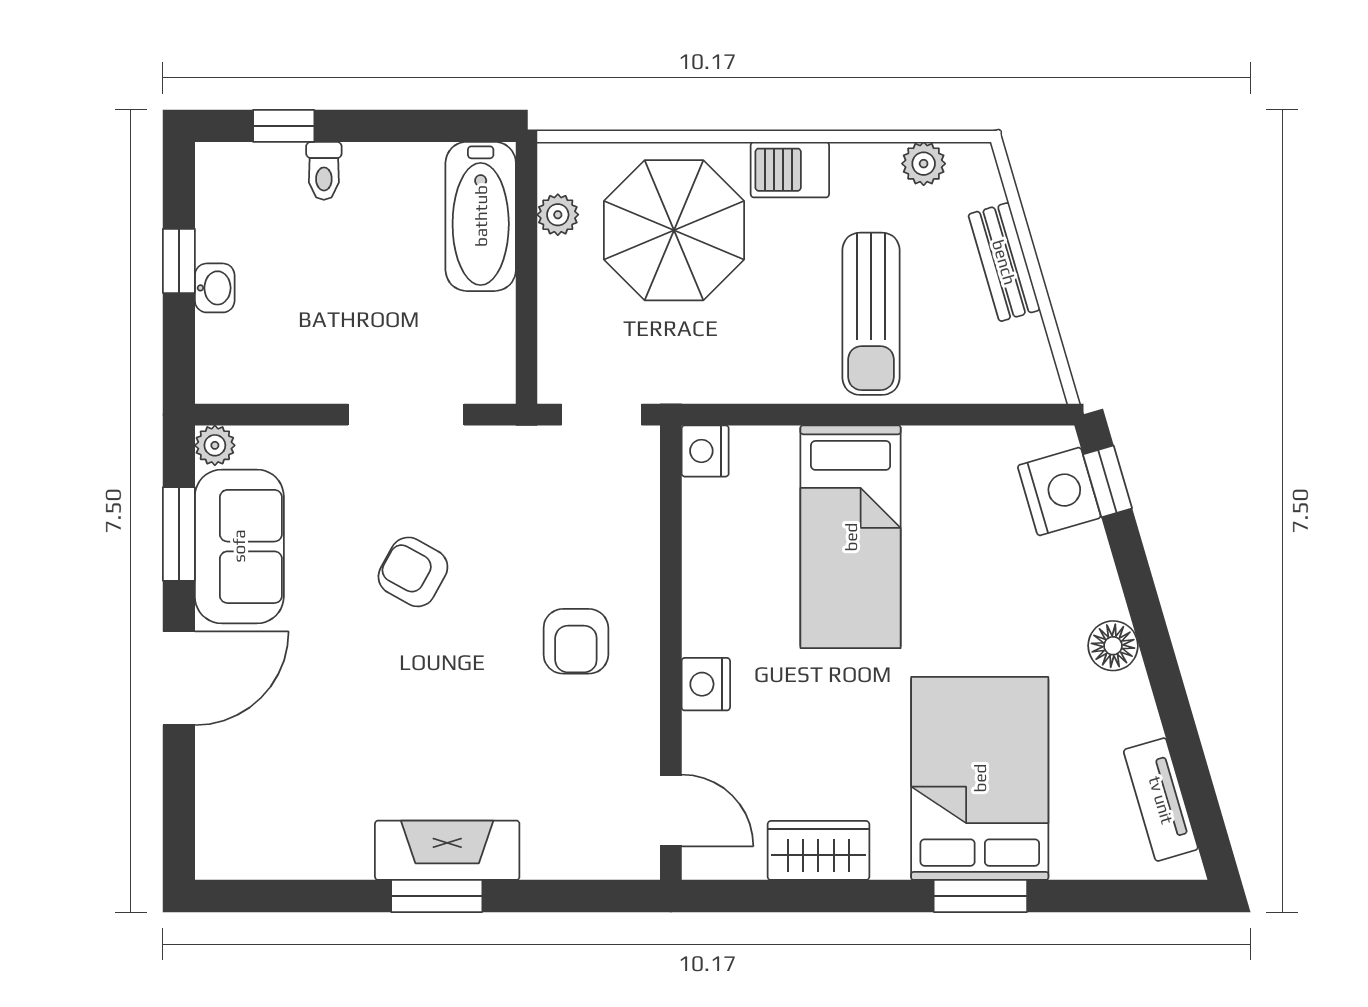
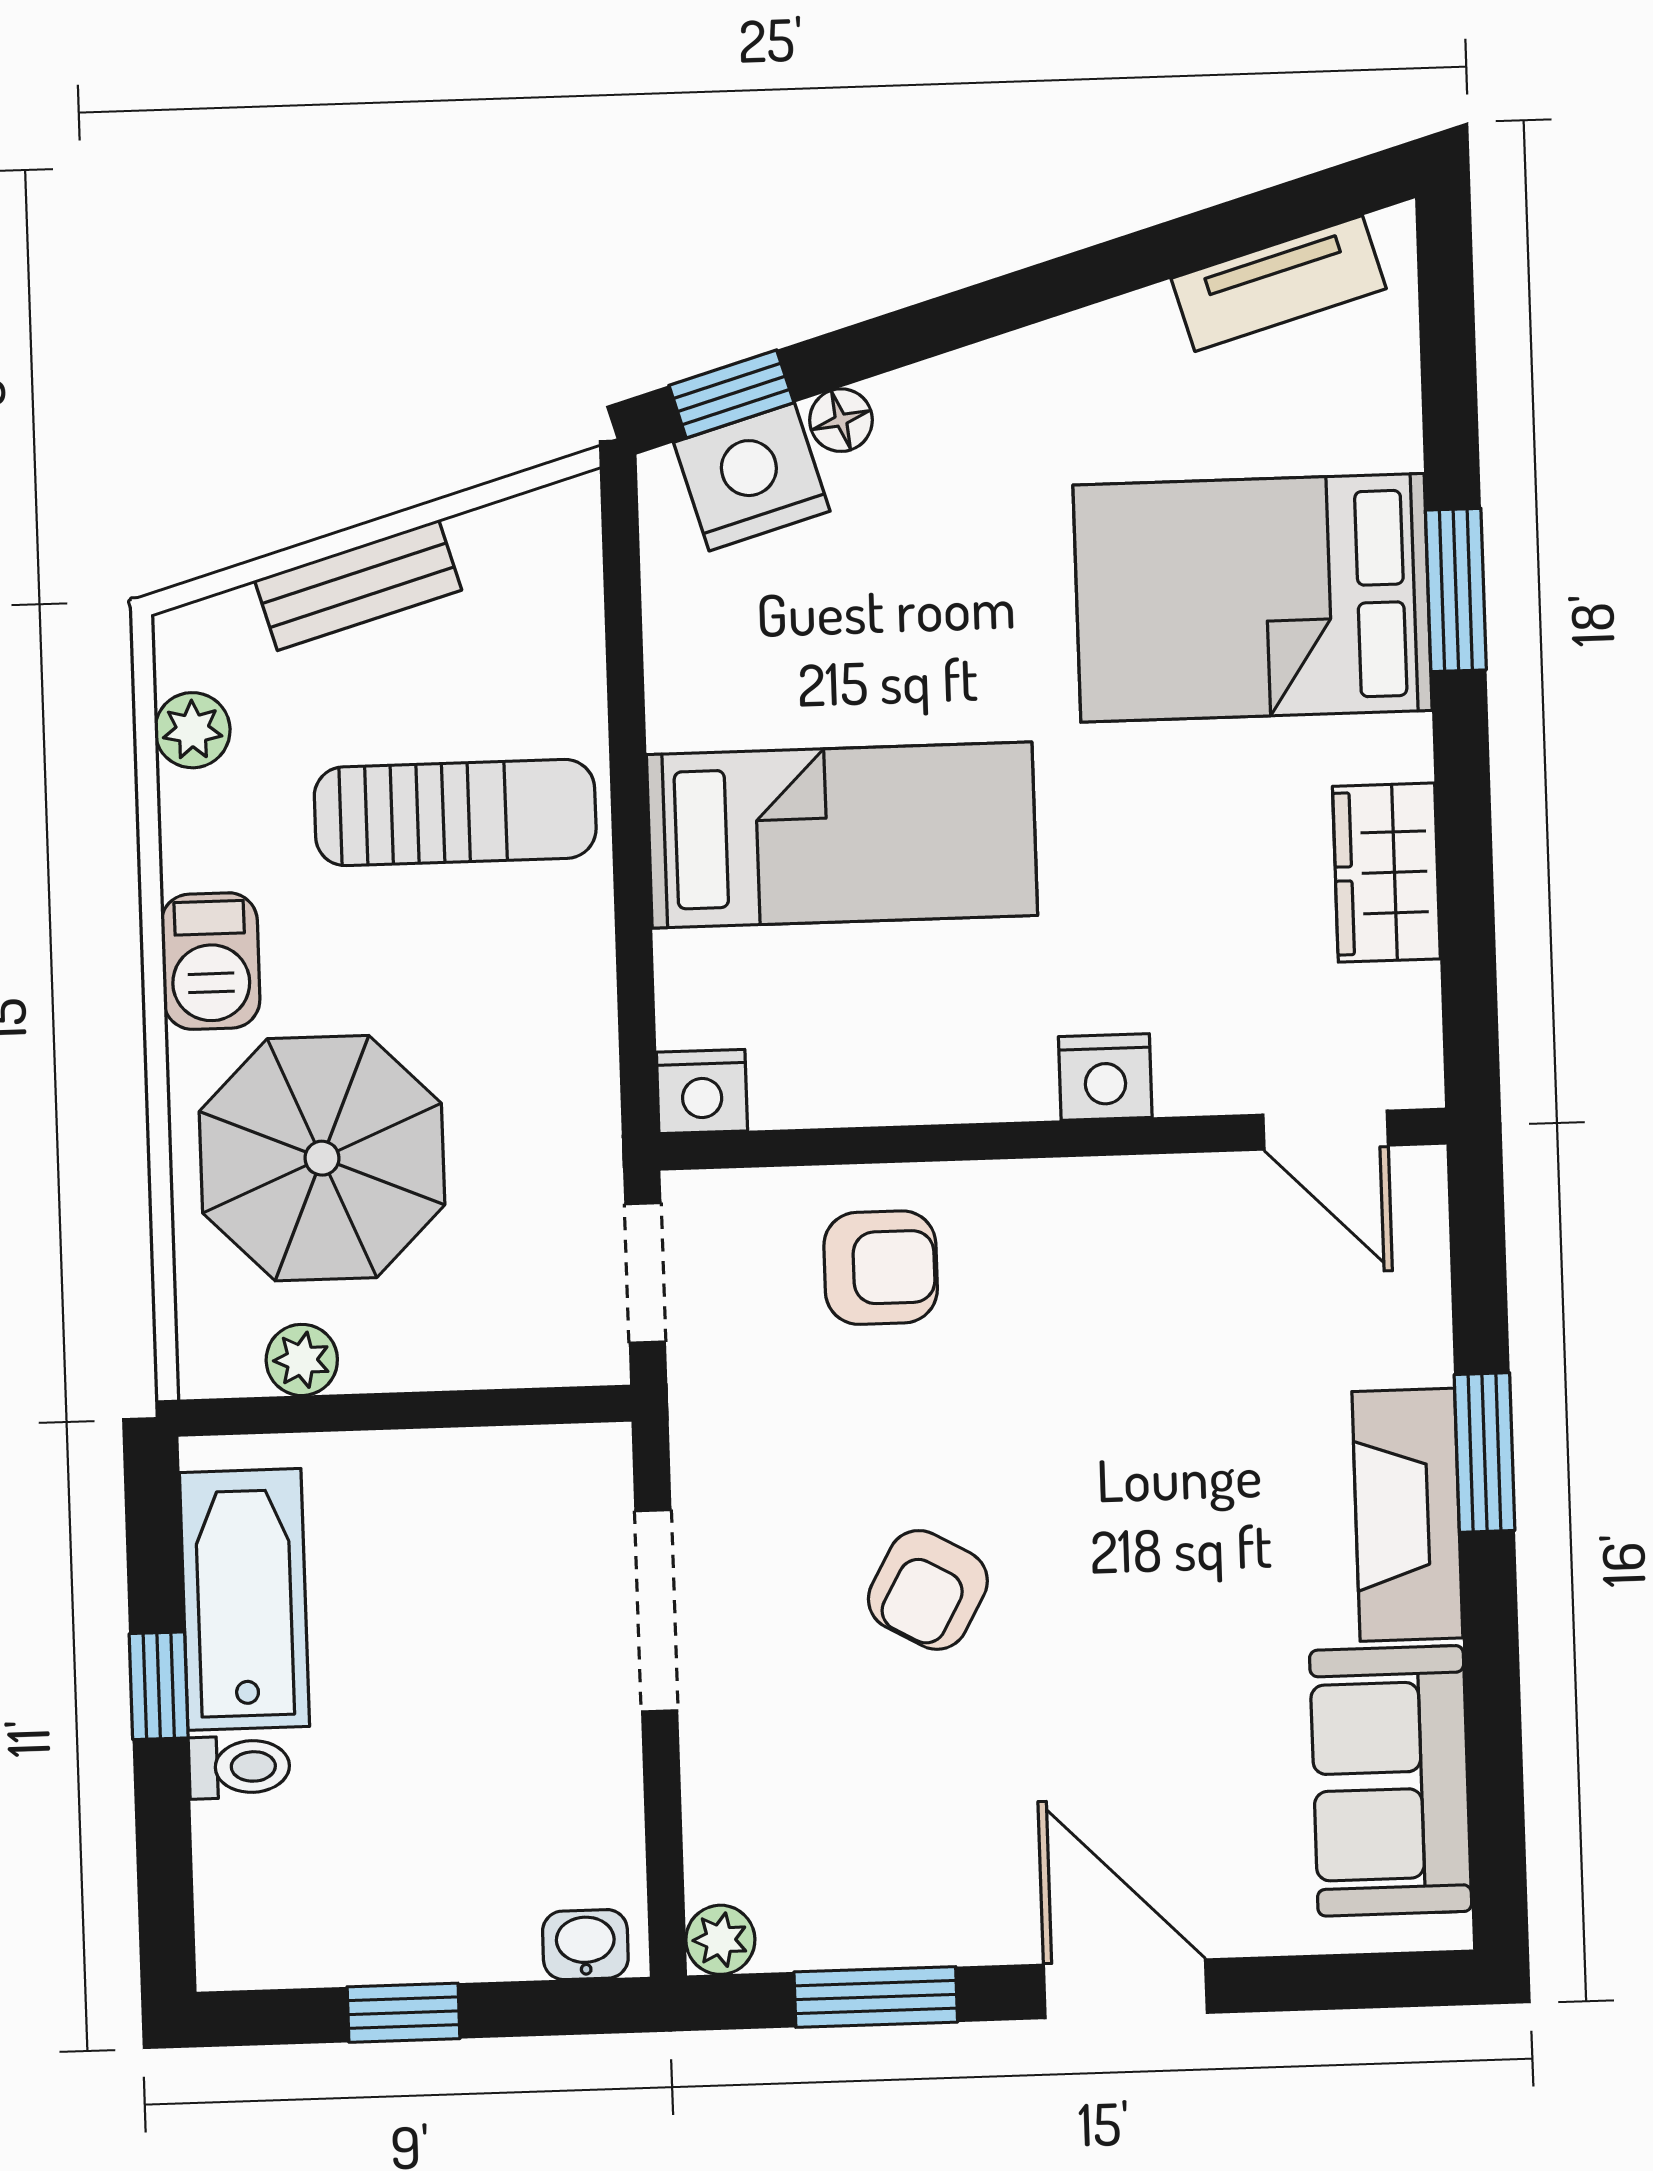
window: (284, 126) -> (159, 1686), moved
bathtub: (481, 216) -> (244, 1599), moved, turned -90
washbasin: (215, 288) -> (585, 1945), moved
sofa: (239, 546) -> (1391, 1781), moved, turned -90
armchair: (576, 641) -> (881, 1268), moved
floor lamp: (1113, 646) -> (841, 420), moved, width x0.73, depth x0.73
door: (671, 810) -> (1326, 1130), swing flipped
window: (437, 896) -> (1484, 1453), moved

